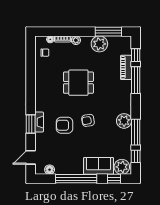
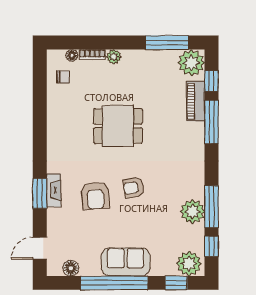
plant: (99, 44) -> (191, 63), moved
plant: (124, 121) -> (192, 212), moved
armchair: (65, 125) -> (95, 196), turned -94
sofa: (99, 166) -> (126, 262), moved

